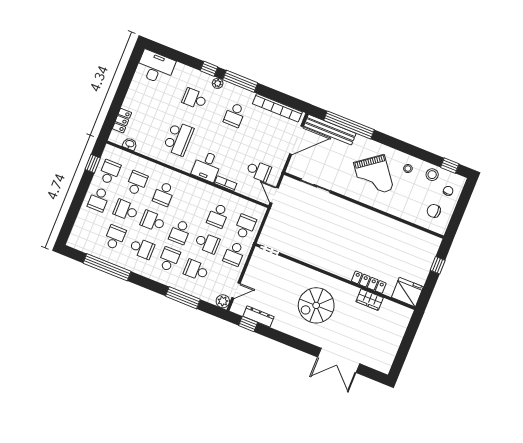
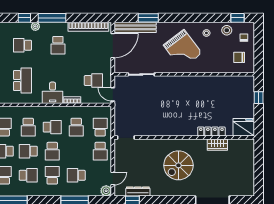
window: (349, 125) -> (148, 18), width x0.47
school desk: (207, 243) -> (52, 127), moved

